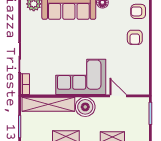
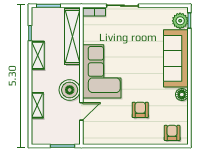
armchair: (135, 37) -> (140, 110), moved, turned 90
boiler: (85, 107) -> (70, 90), moved

